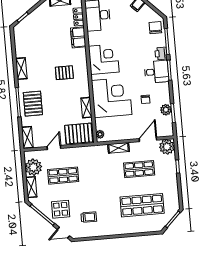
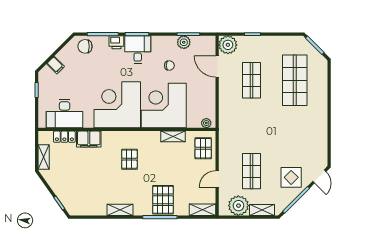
corner desk: (104, 59) -> (117, 105), width x1.36, depth x1.36
pallet: (33, 104) -> (163, 200), turned 90
pallet: (79, 134) -> (203, 148), width x0.67, depth x0.71
door: (54, 147) -> (217, 179), hinge flipped
shelving: (119, 148) -> (224, 102), removed
trolley: (89, 217) -> (303, 145), removed

